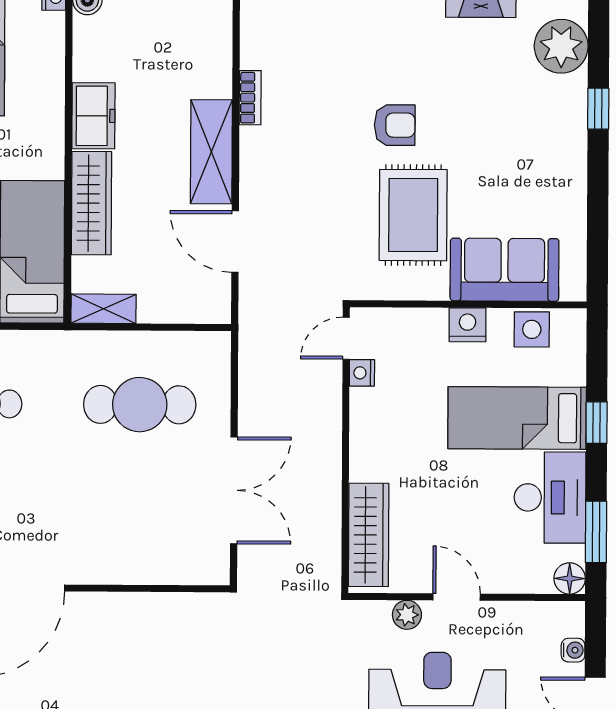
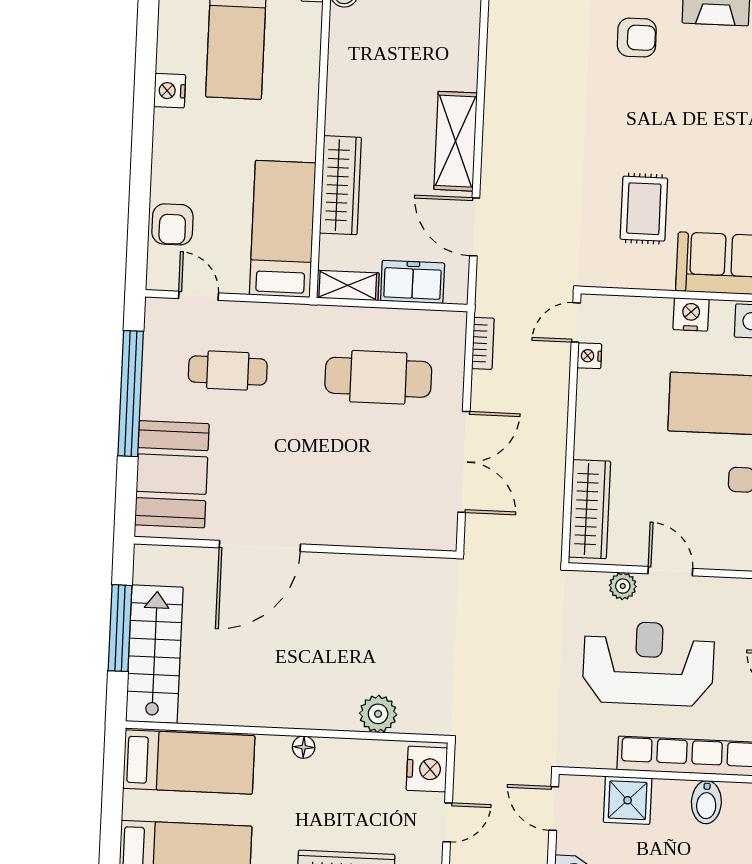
bookcase: (250, 98) -> (483, 343), moved
freezer: (93, 116) -> (413, 282), moved, turned -90
armchair: (395, 125) -> (637, 38), moved
rug: (413, 215) -> (644, 209), width x0.73, depth x0.70

